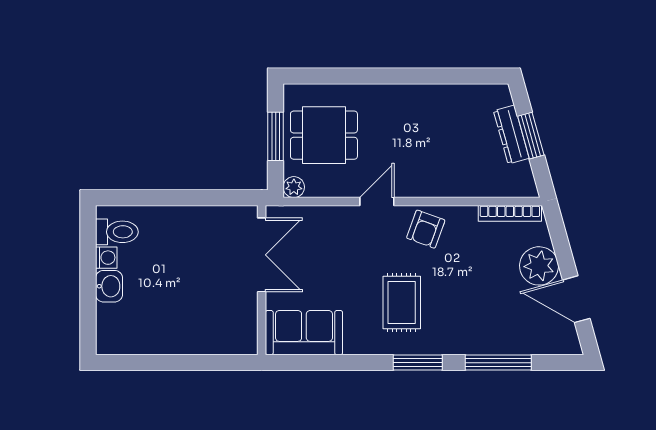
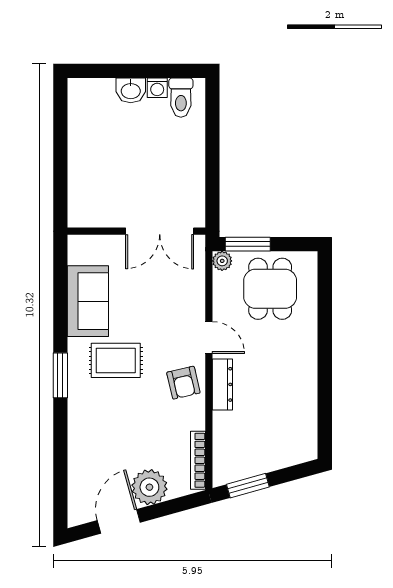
dresser: (511, 135) -> (222, 384), moved, turned 106
window: (276, 136) -> (248, 244), moved
window: (531, 136) -> (248, 486), moved
armchair: (426, 229) -> (183, 383), turned -123
sofa: (304, 333) -> (88, 301), moved
window: (498, 363) -> (60, 450), removed

